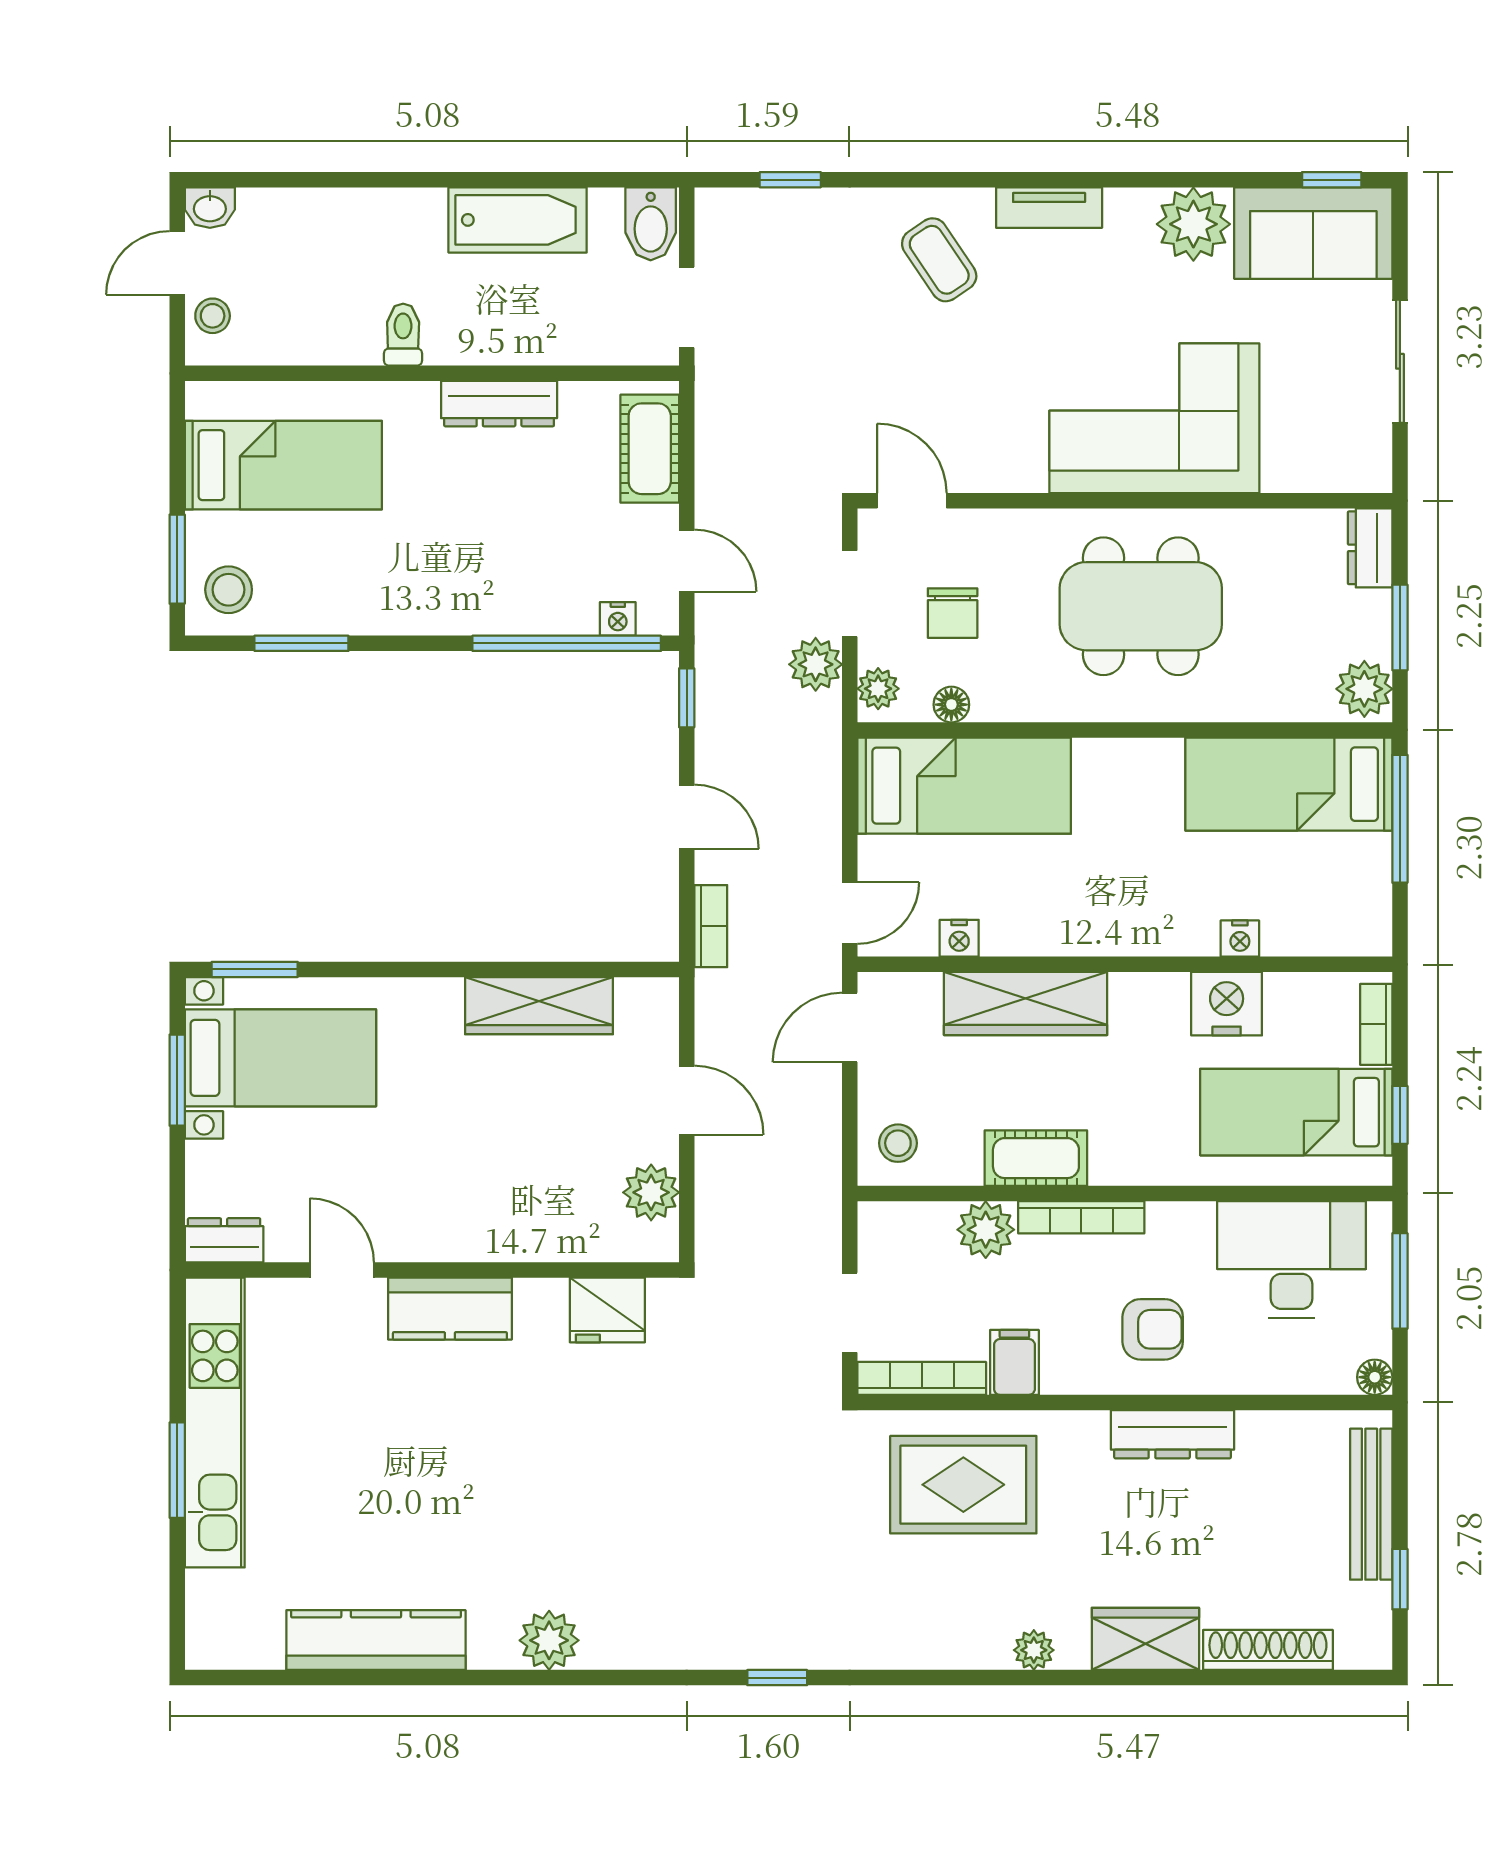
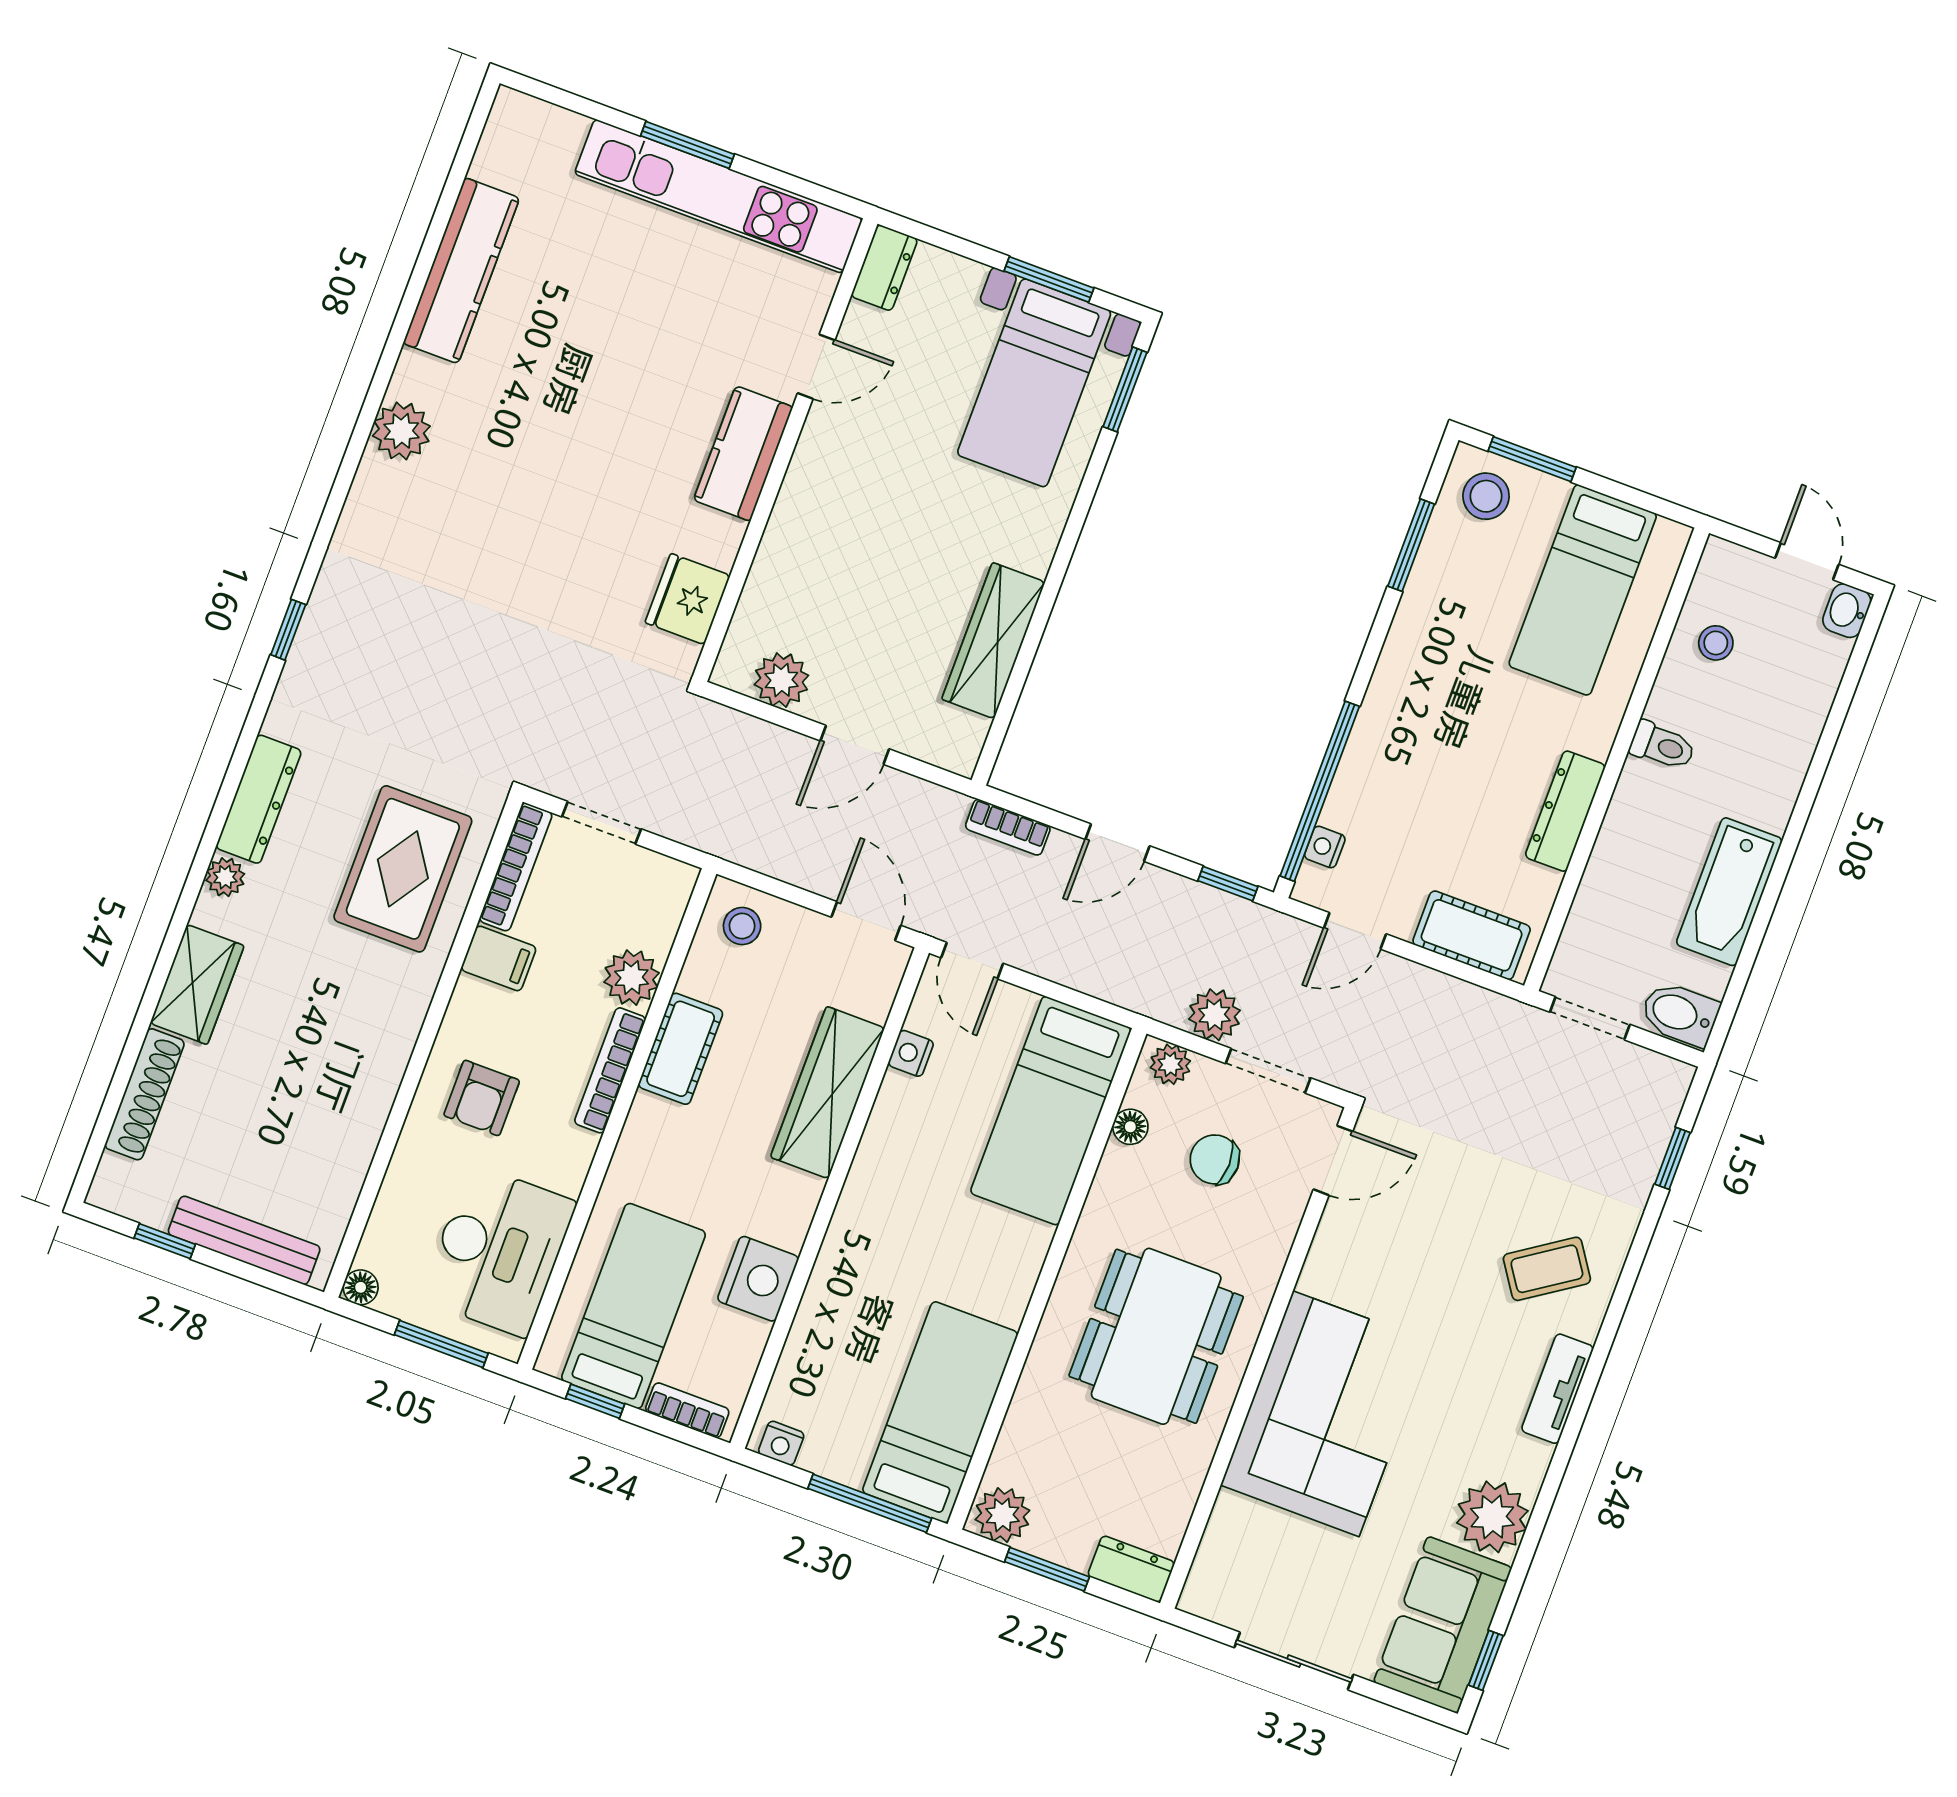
stool: (213, 316) -> (1716, 643), moved
nightstand: (1240, 939) -> (781, 1443), moved, turned -90
dresser: (1173, 1434) -> (259, 799), moved, turned 180

